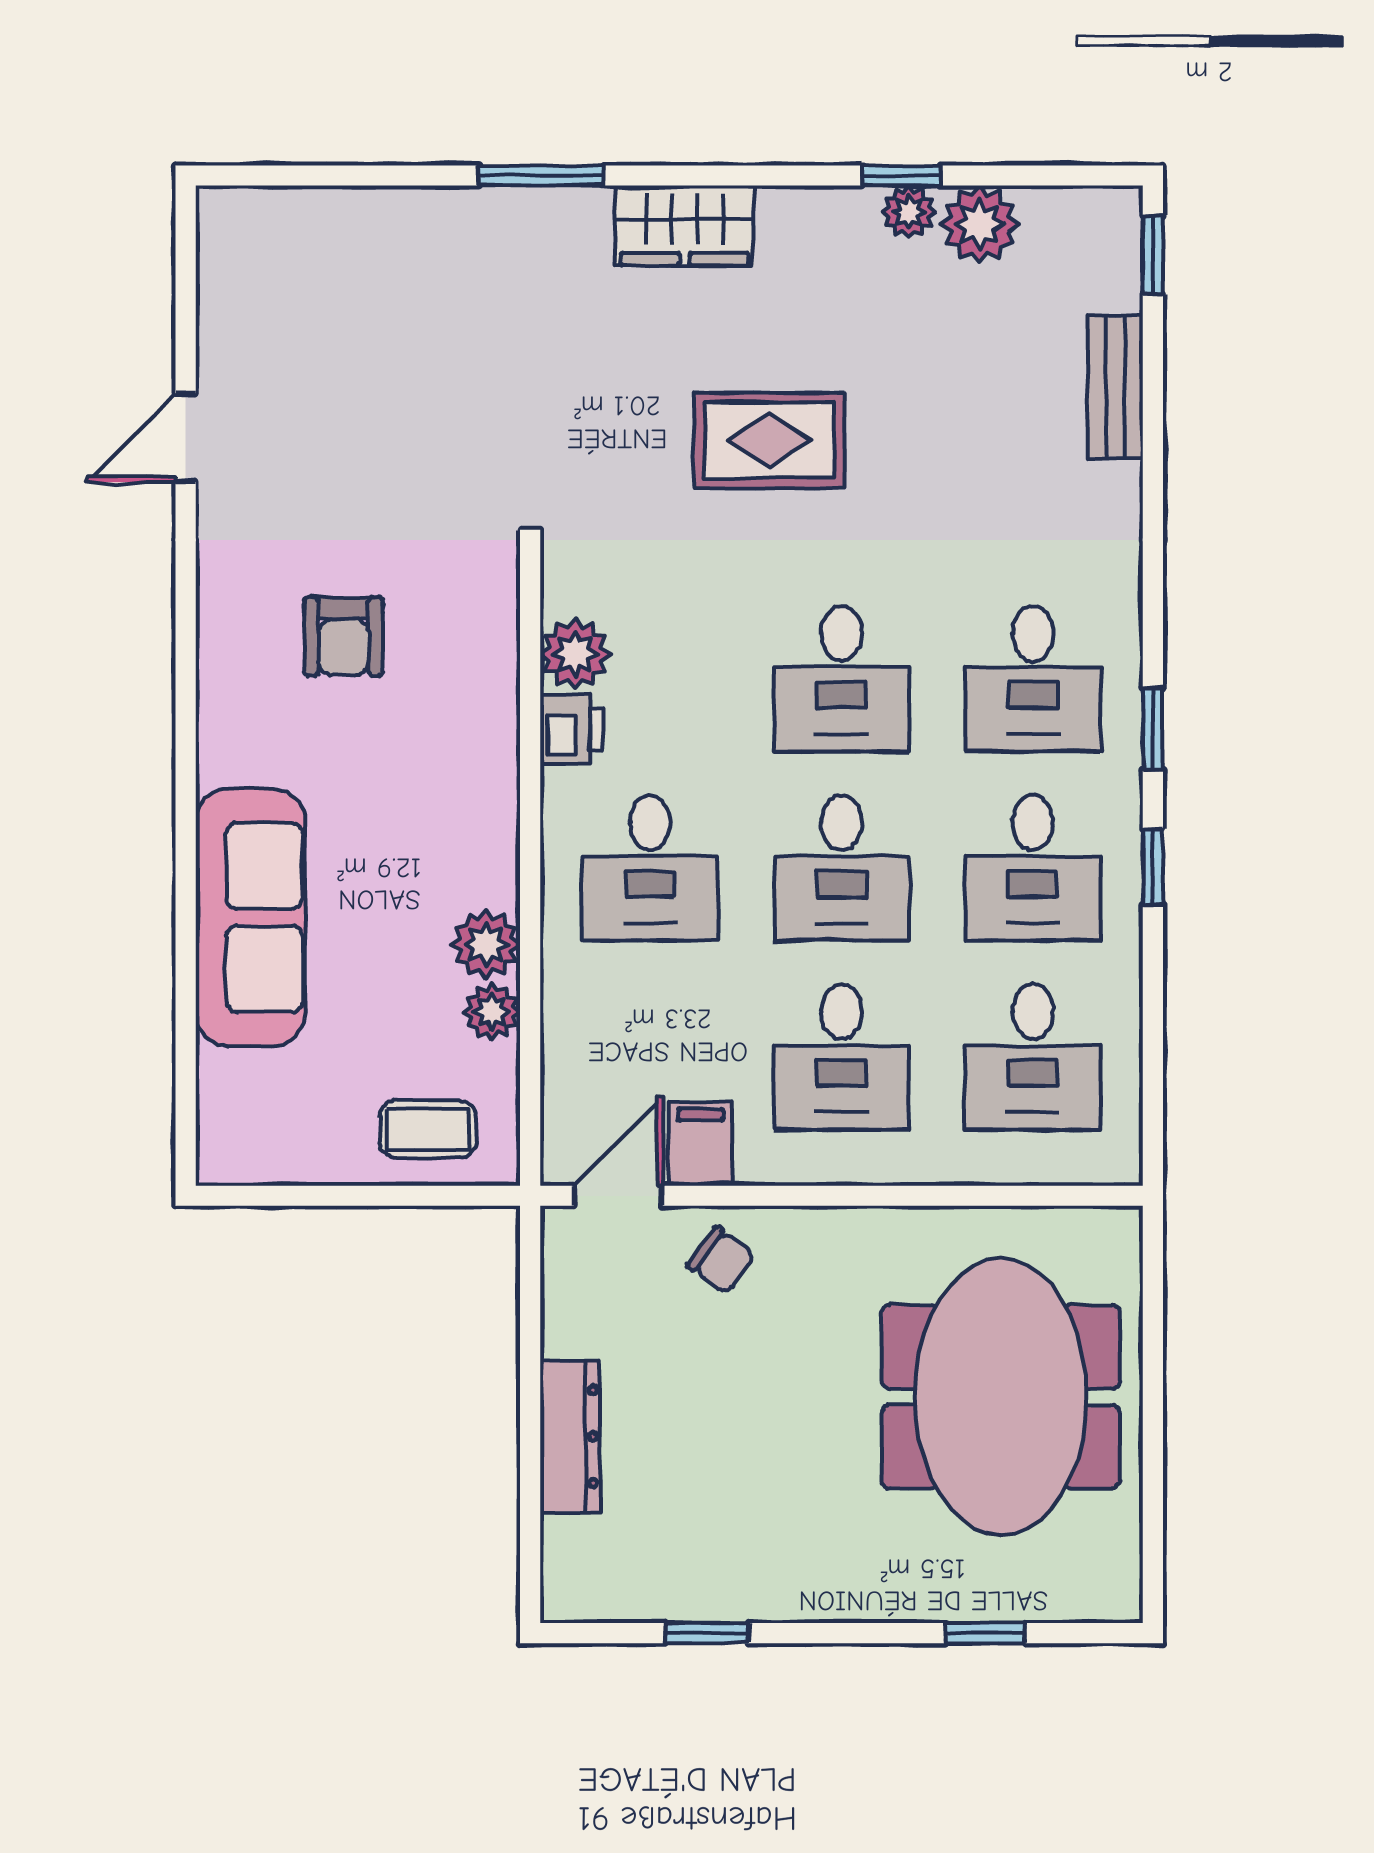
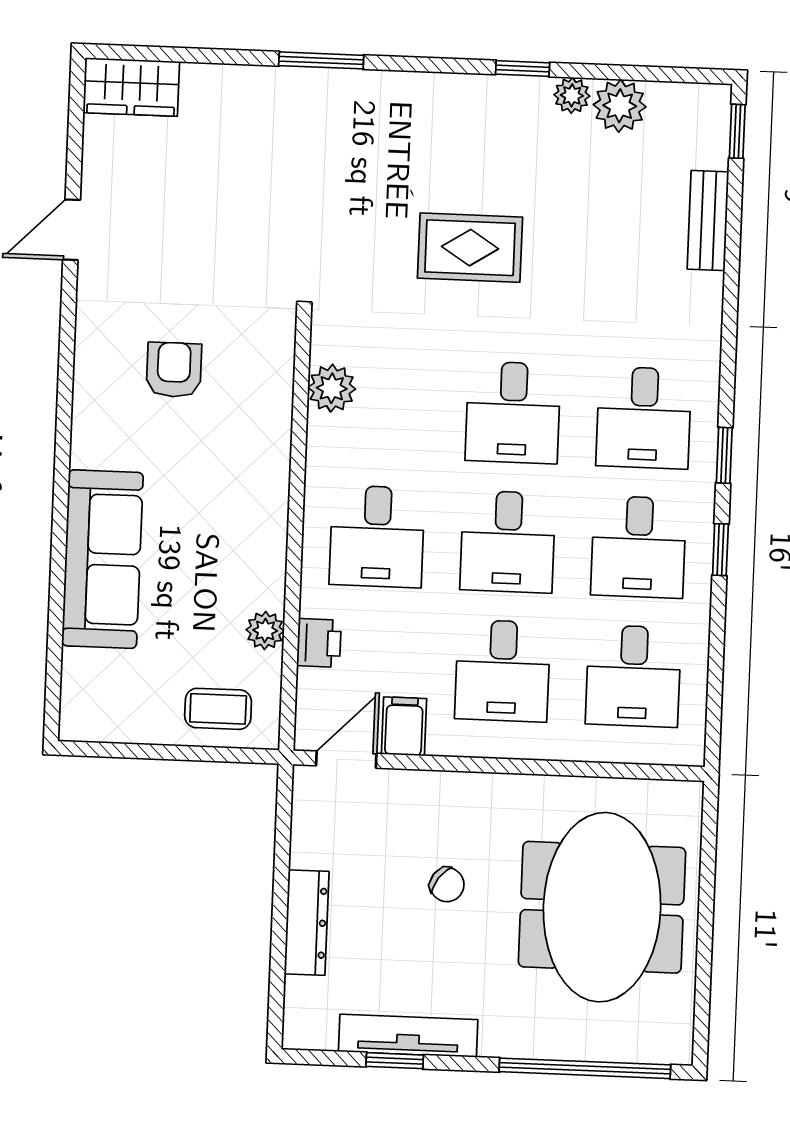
window: (902, 175) -> (523, 69), moved
wardrobe: (685, 226) -> (131, 87), moved
armchair: (343, 636) -> (174, 370), turned 180
printer: (571, 729) -> (319, 643), moved
plant: (486, 944) -> (263, 584), removed
chair: (721, 1260) -> (447, 885), moved
tv unit: (725, 1596) -> (408, 1036), added
window: (985, 1633) -> (585, 1068), width x3.17

